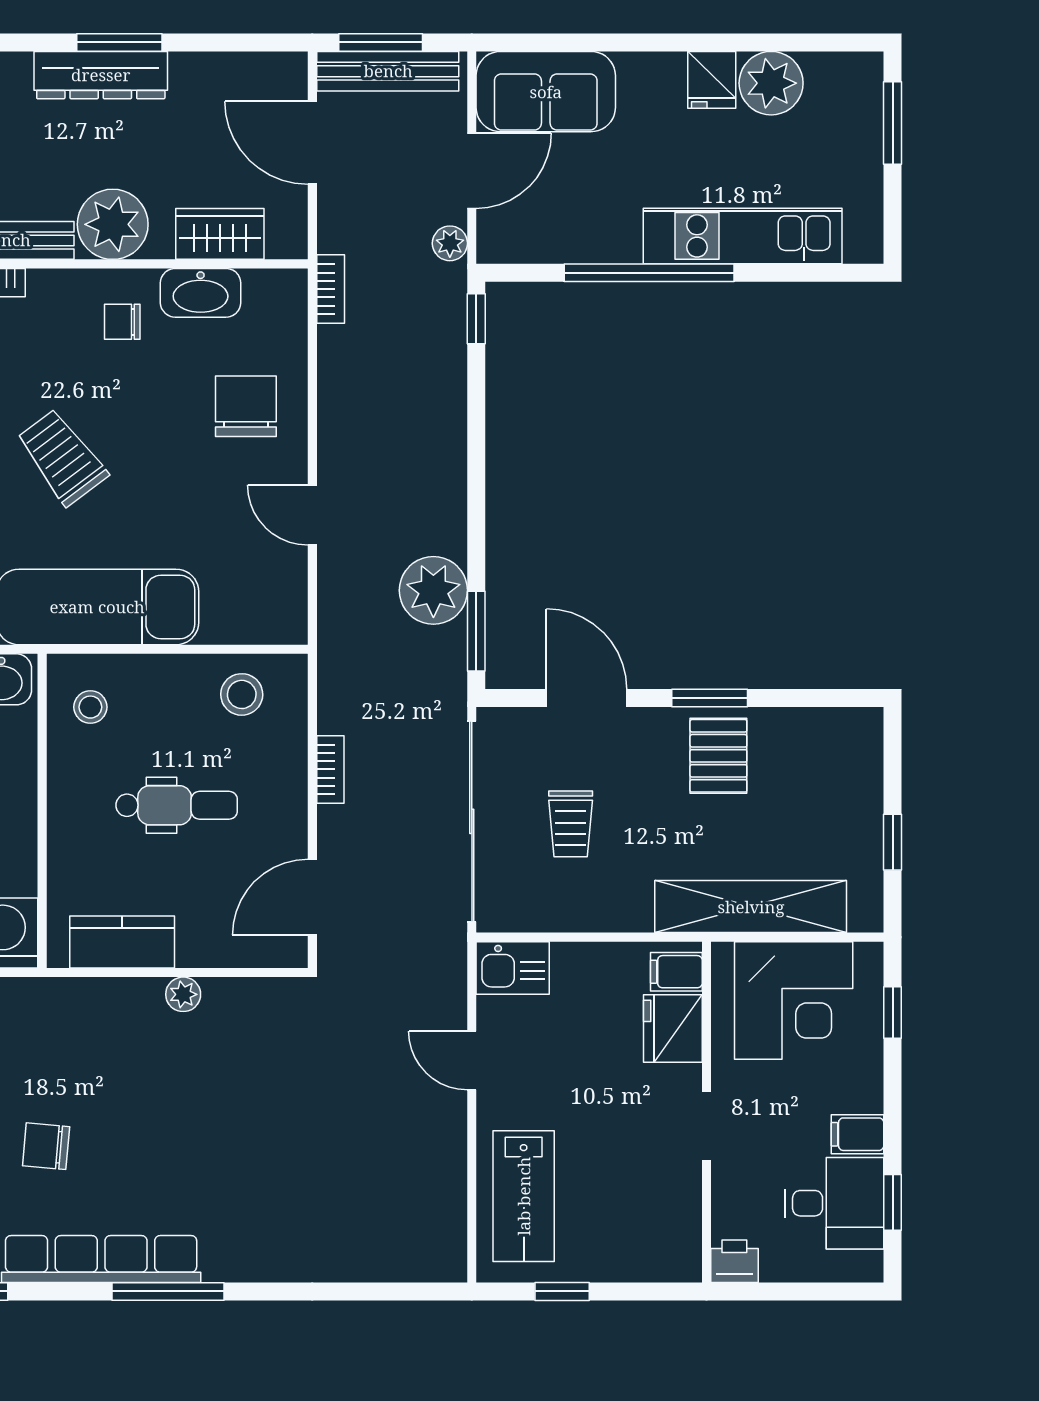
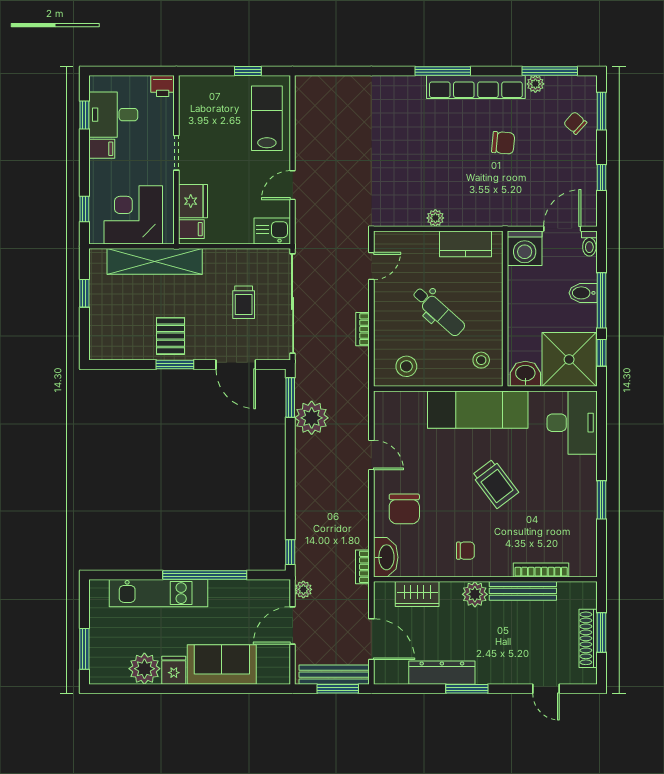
dresser: (101, 75) -> (442, 673), moved
sofa: (546, 92) -> (222, 665), moved
plant: (113, 224) -> (475, 594), width x0.73, depth x0.73
washbasin: (201, 293) -> (386, 557), moved, turned 90
dental chair: (177, 805) -> (439, 311), turned -138
trolley: (571, 824) -> (244, 302), turned 180
door: (312, 897) -> (371, 266), width x0.73
door: (472, 1061) -> (293, 185), swing flipped

